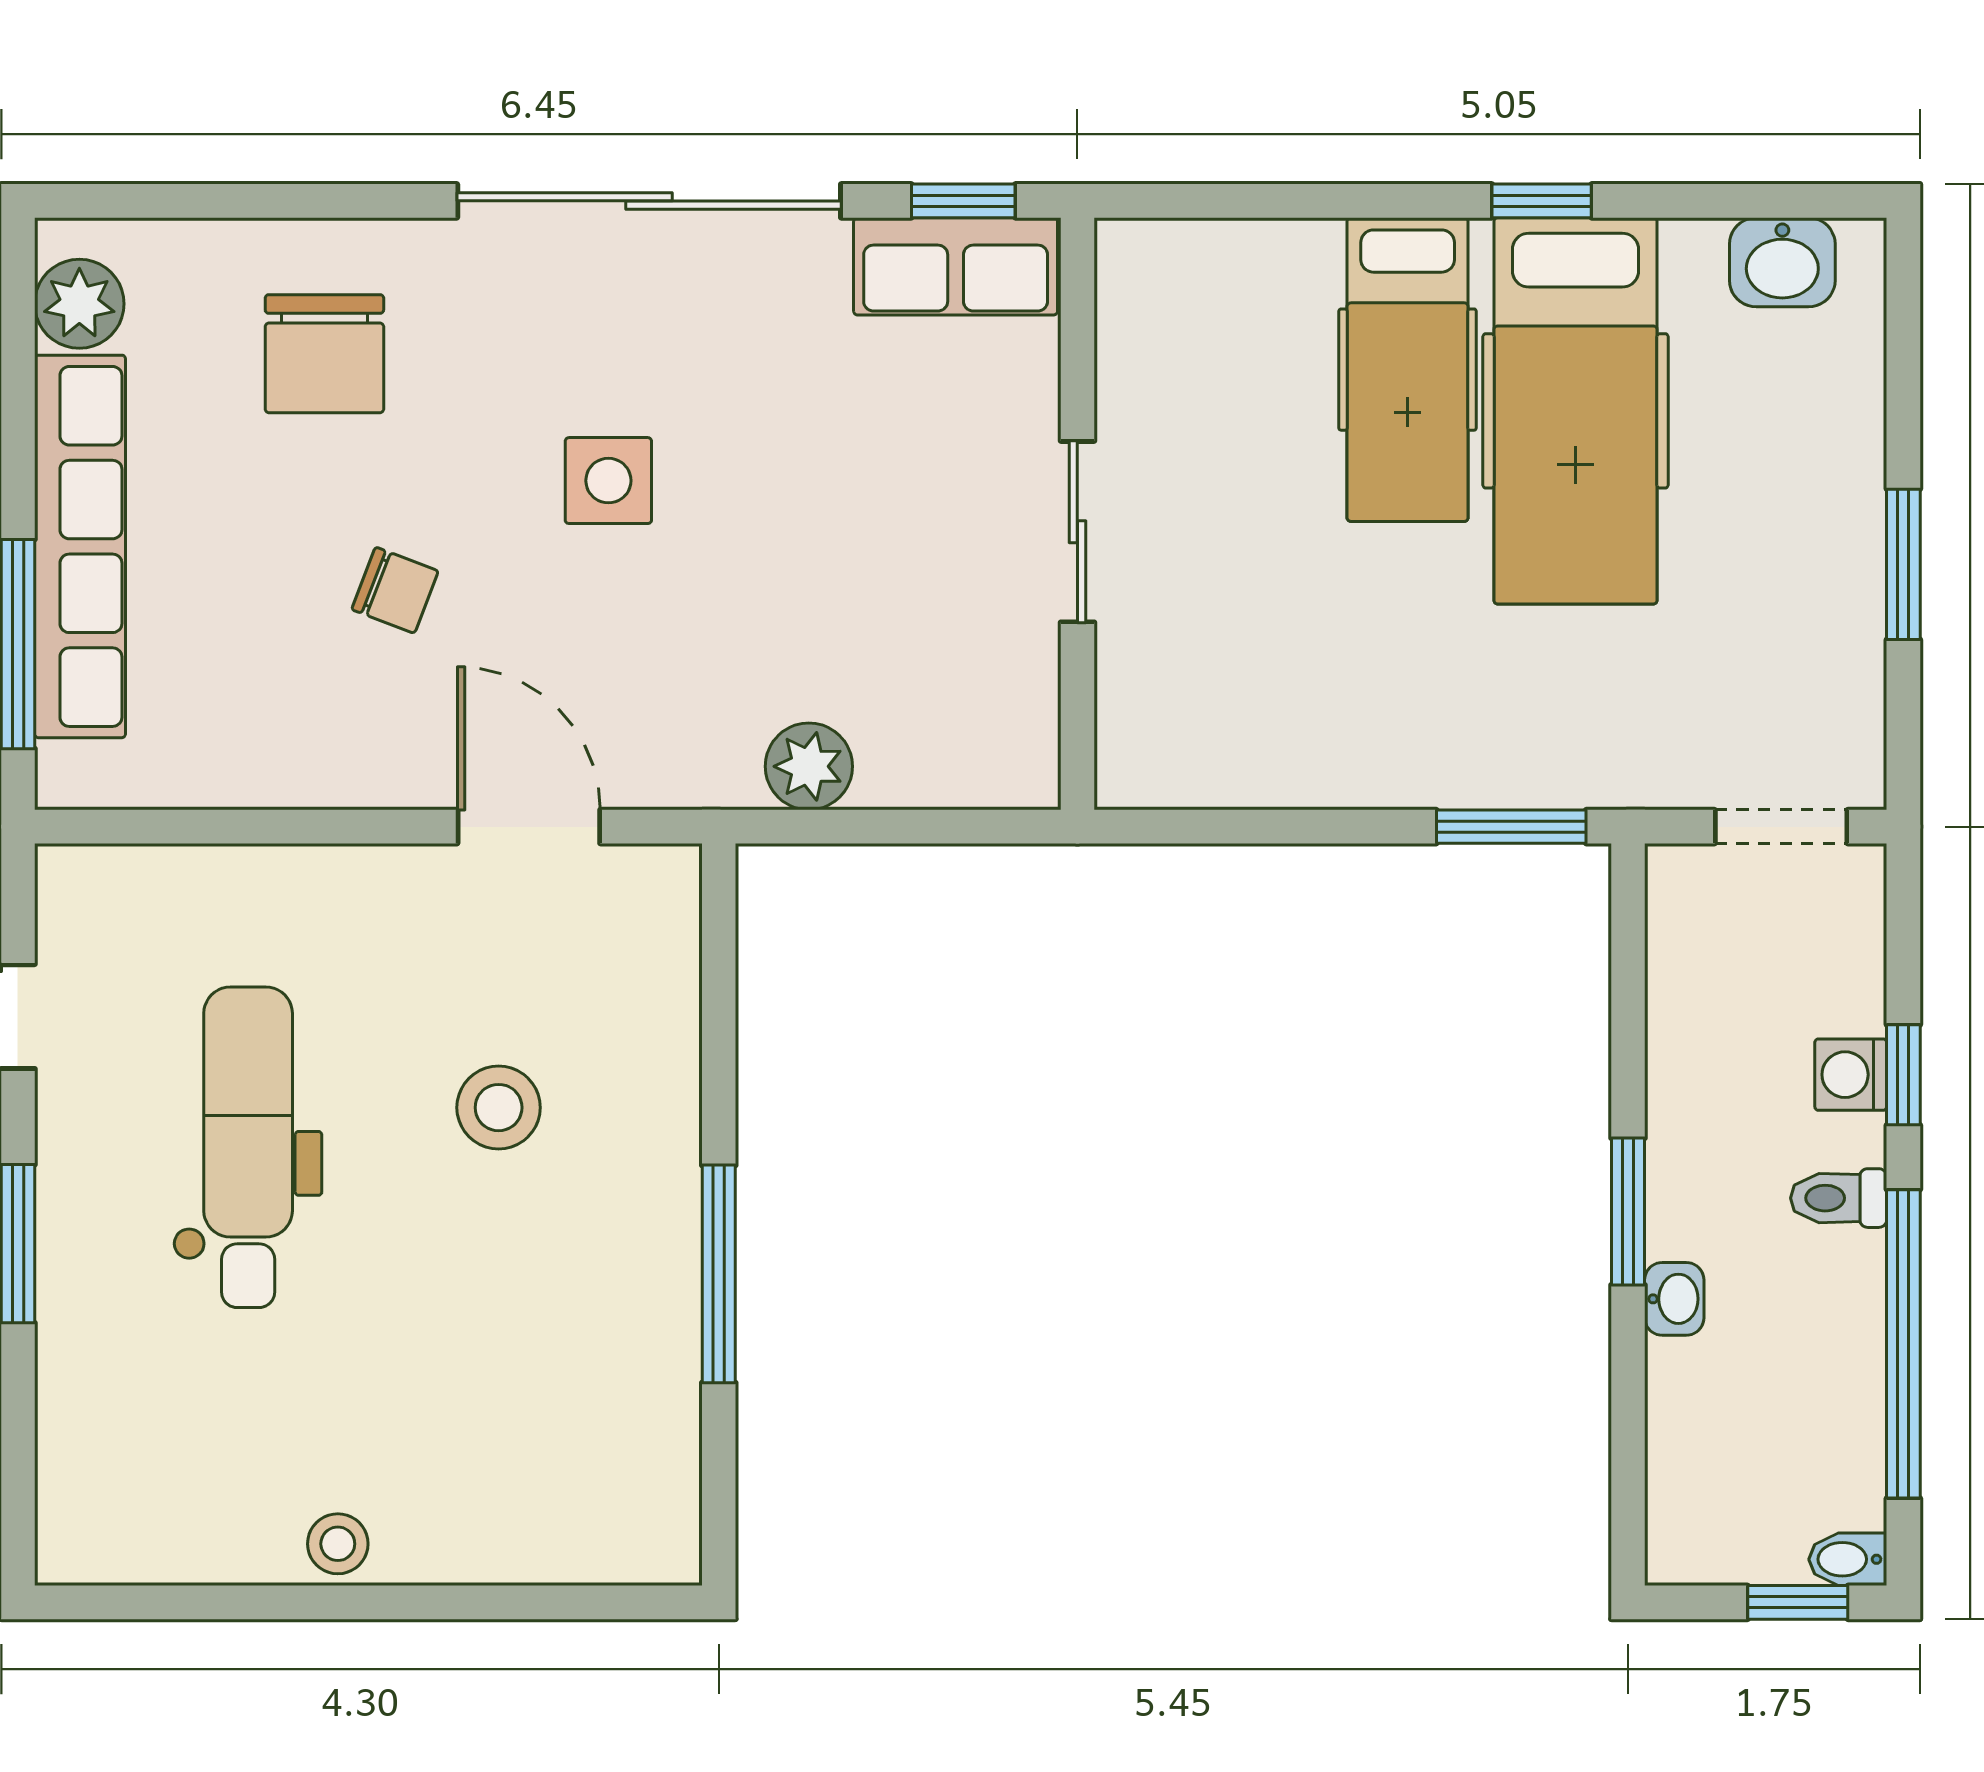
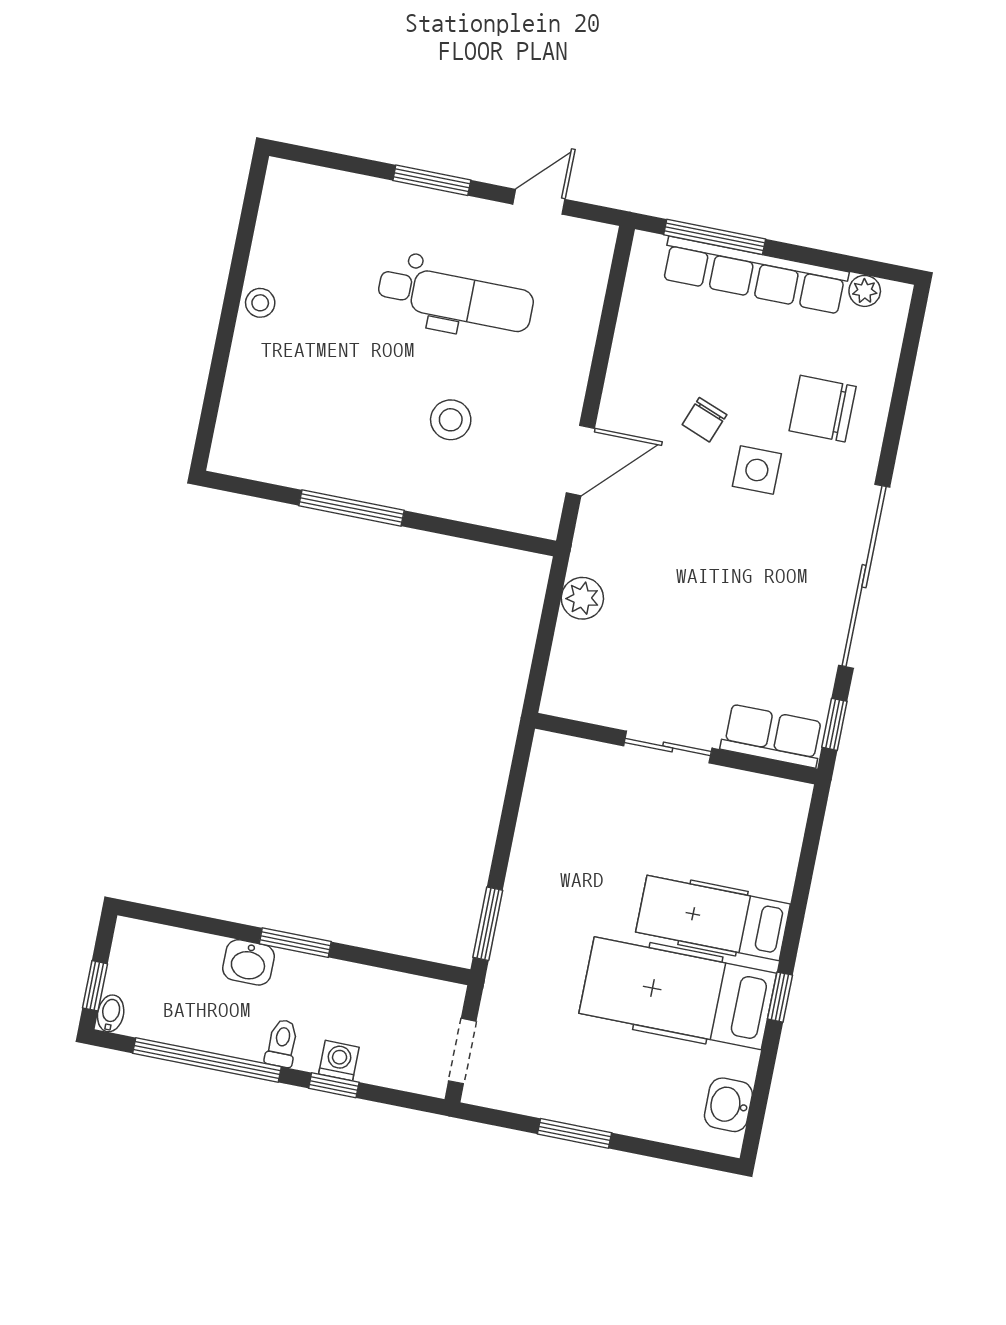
row of seats: (956, 266) -> (772, 736), moved, turned 90
plant: (79, 304) -> (865, 291), width x0.73, depth x0.73
side table: (608, 481) -> (757, 470), moved
washbasin: (1674, 1299) -> (248, 962), width x1.38, depth x1.45

